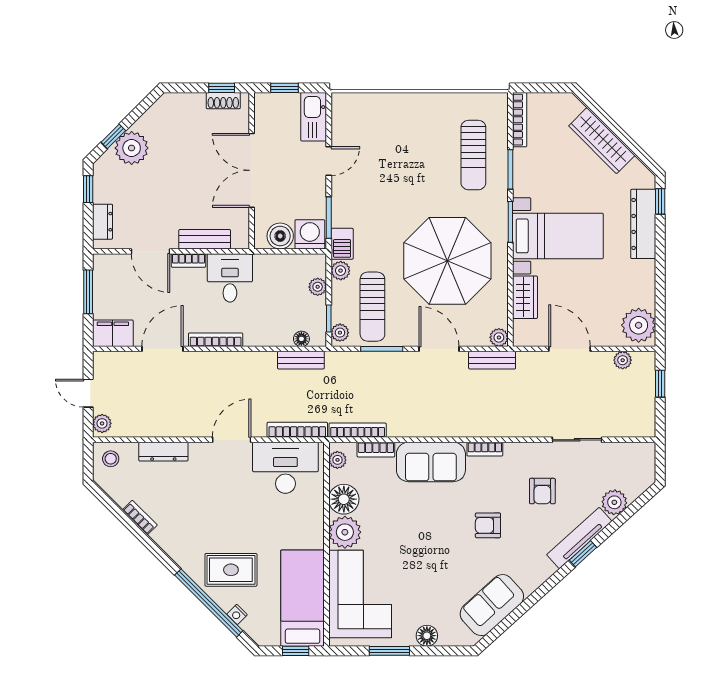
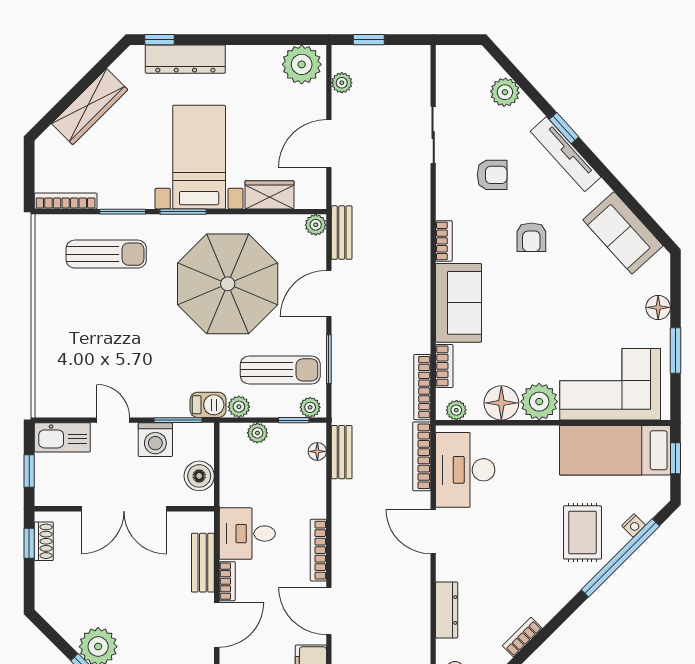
washing machine: (310, 234) -> (155, 440), moved, turned -90
tv unit: (579, 538) -> (566, 154), moved

